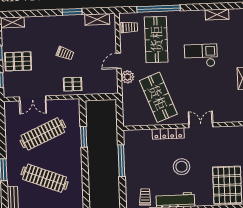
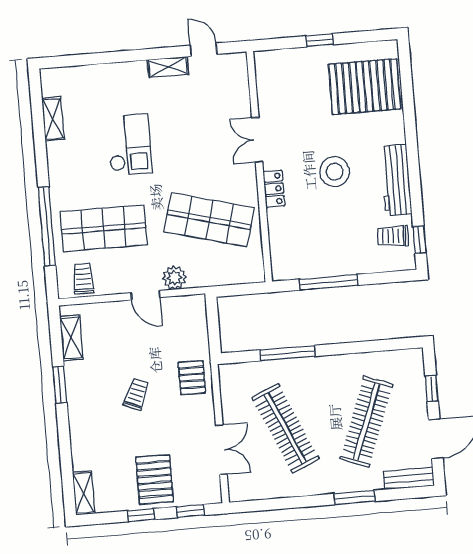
checkout: (201, 56) -> (129, 145), turned 180
shop shelf: (158, 97) -> (209, 220), turned 36
locker: (168, 134) -> (274, 189), width x0.66
window: (84, 137) -> (288, 353), width x1.44

